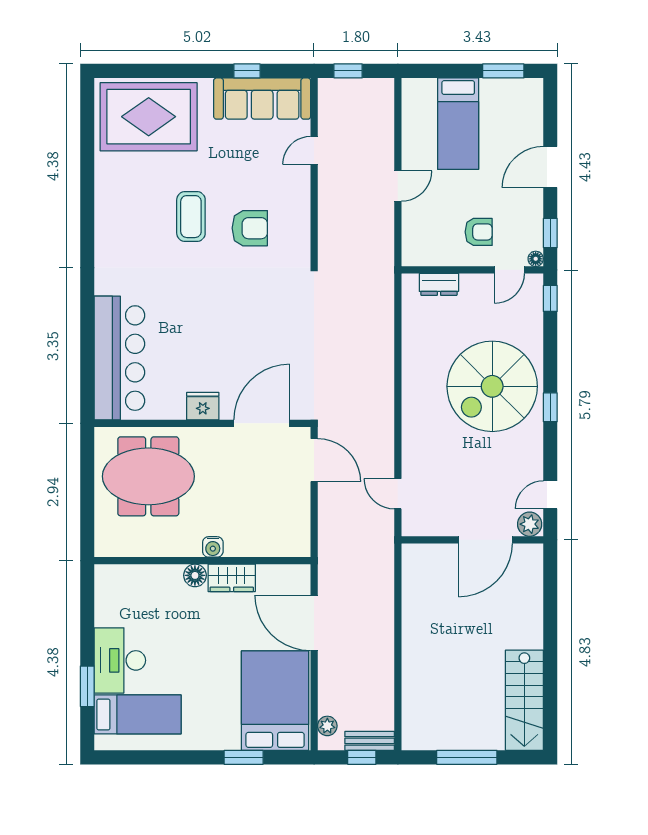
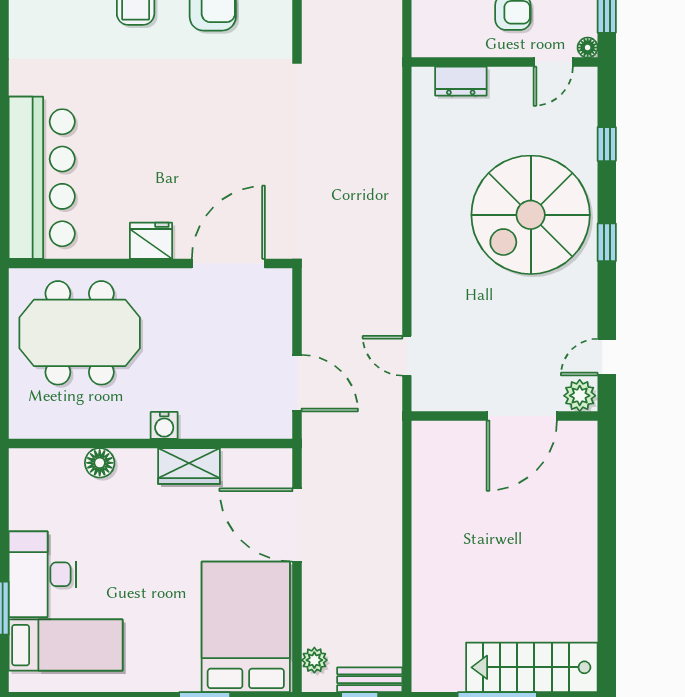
window: (550, 298) -> (607, 144), moved
door: (314, 460) -> (297, 383), moved
floor lamp: (195, 575) -> (100, 463), moved
stairs: (524, 700) -> (532, 667), moved, turned 90

